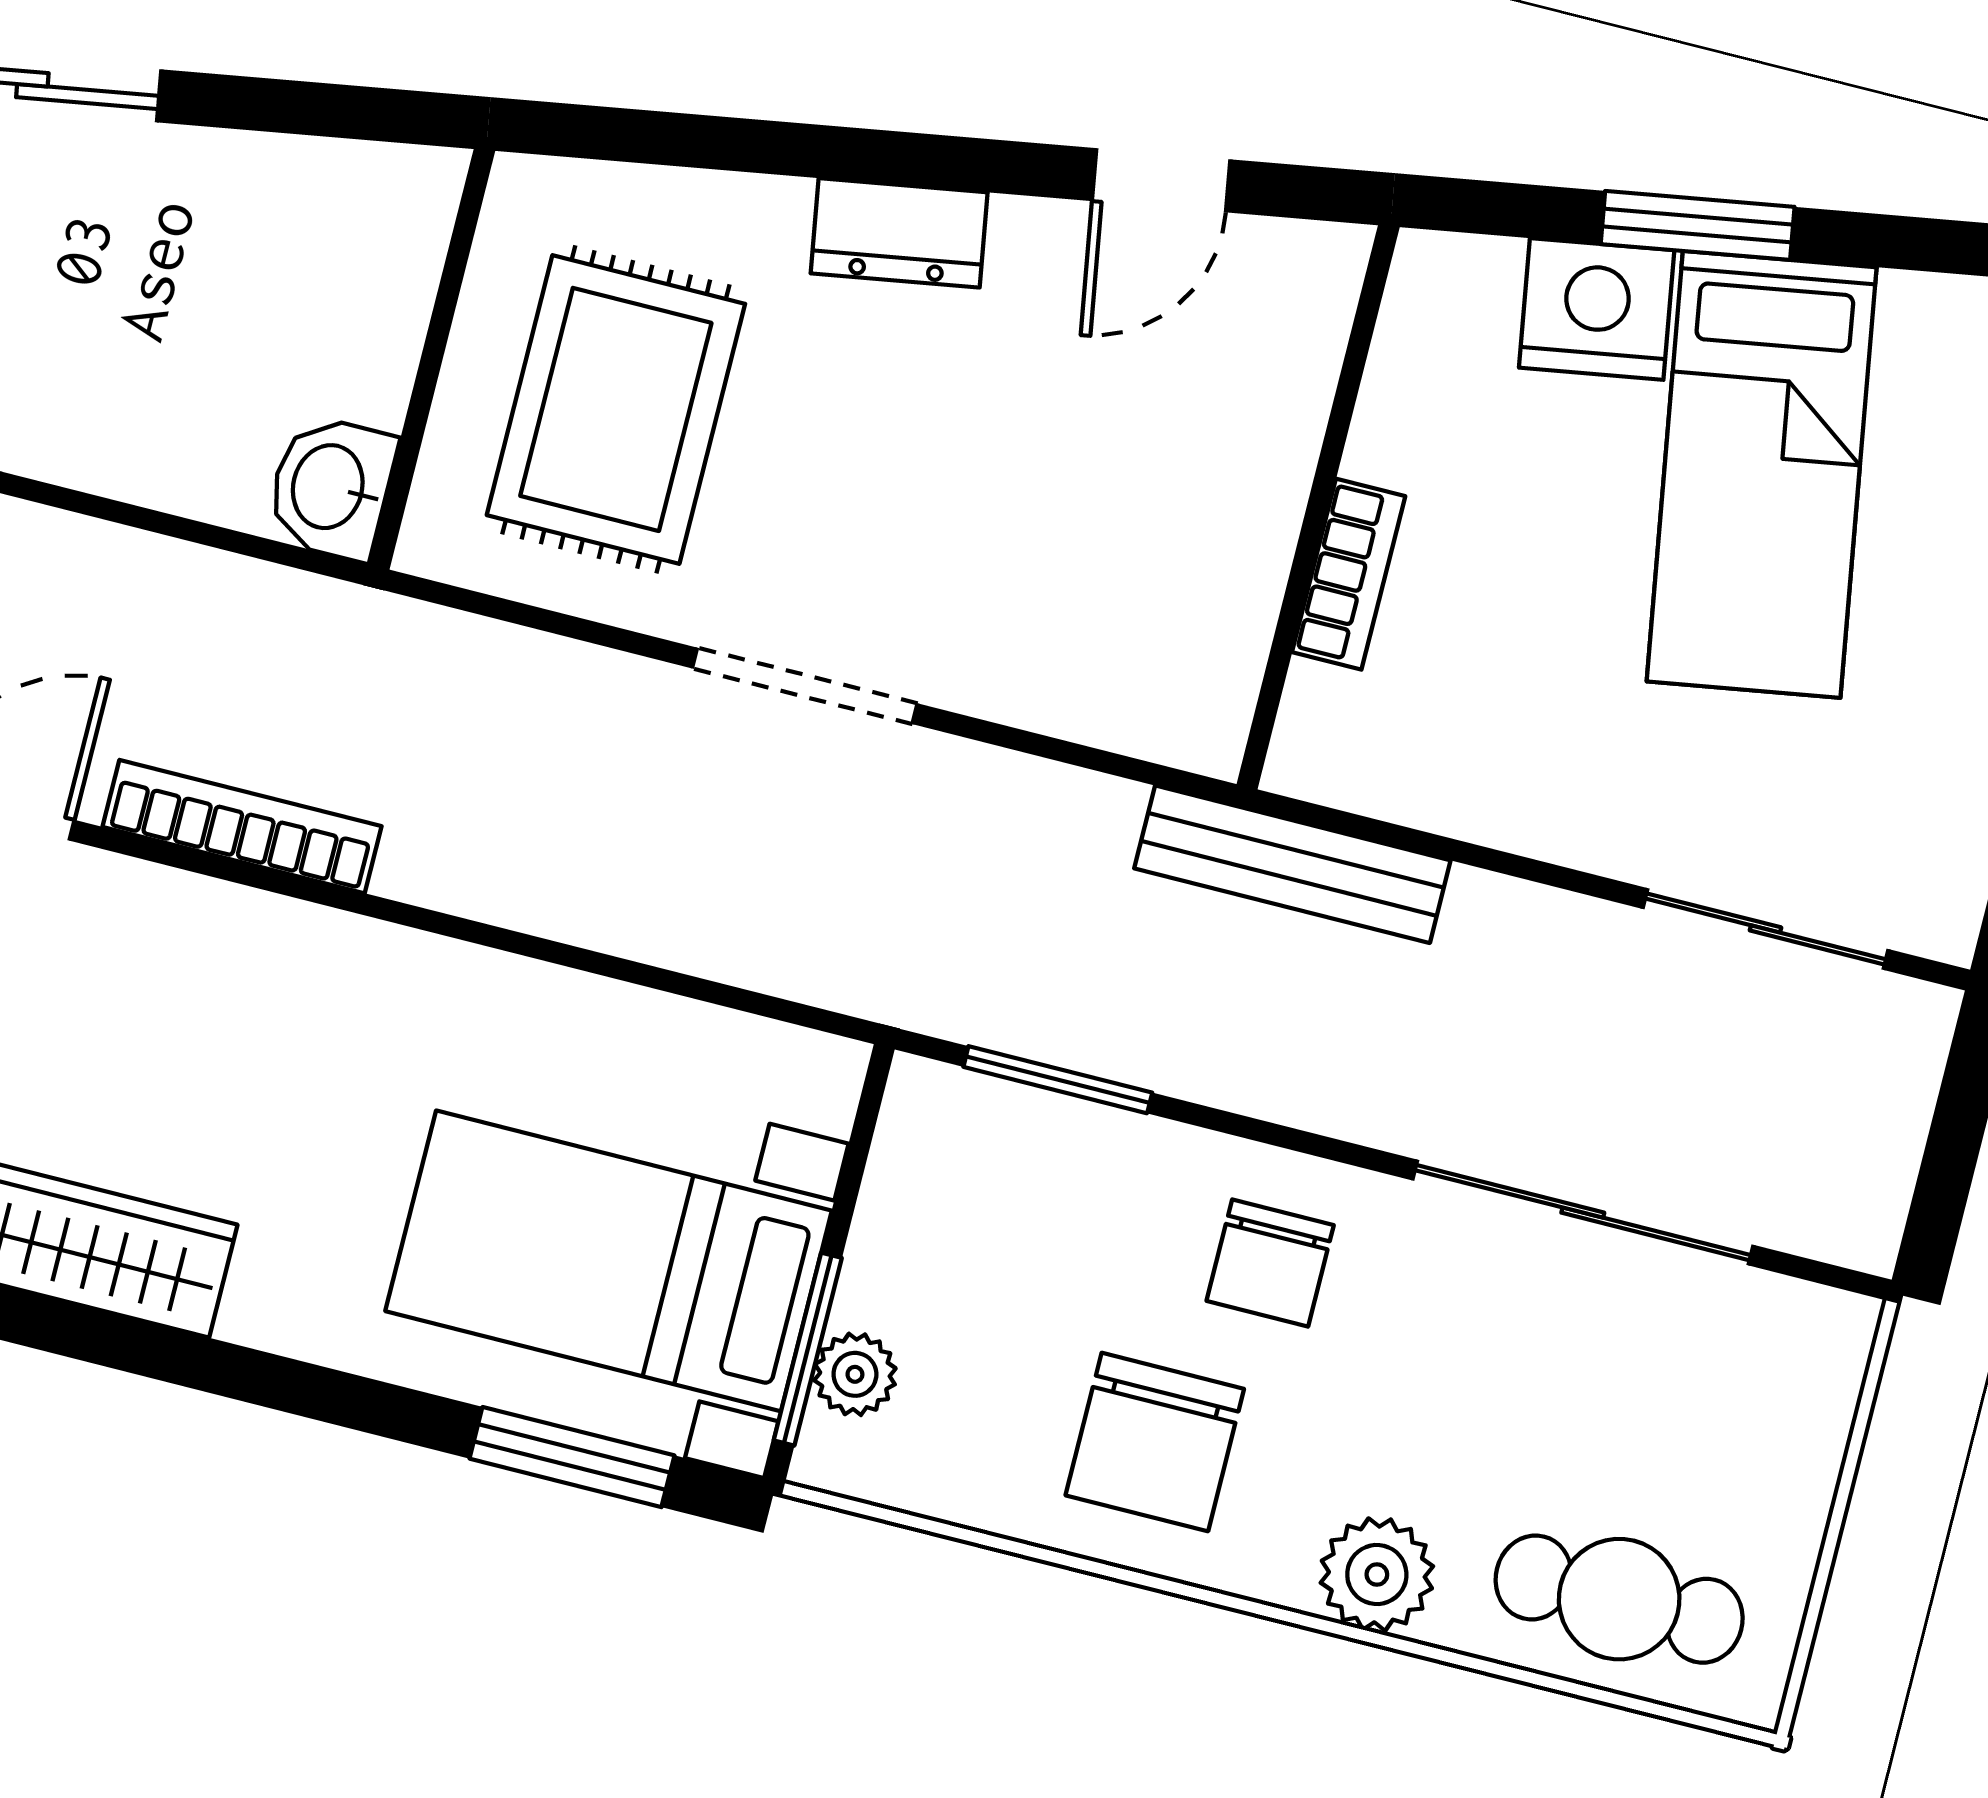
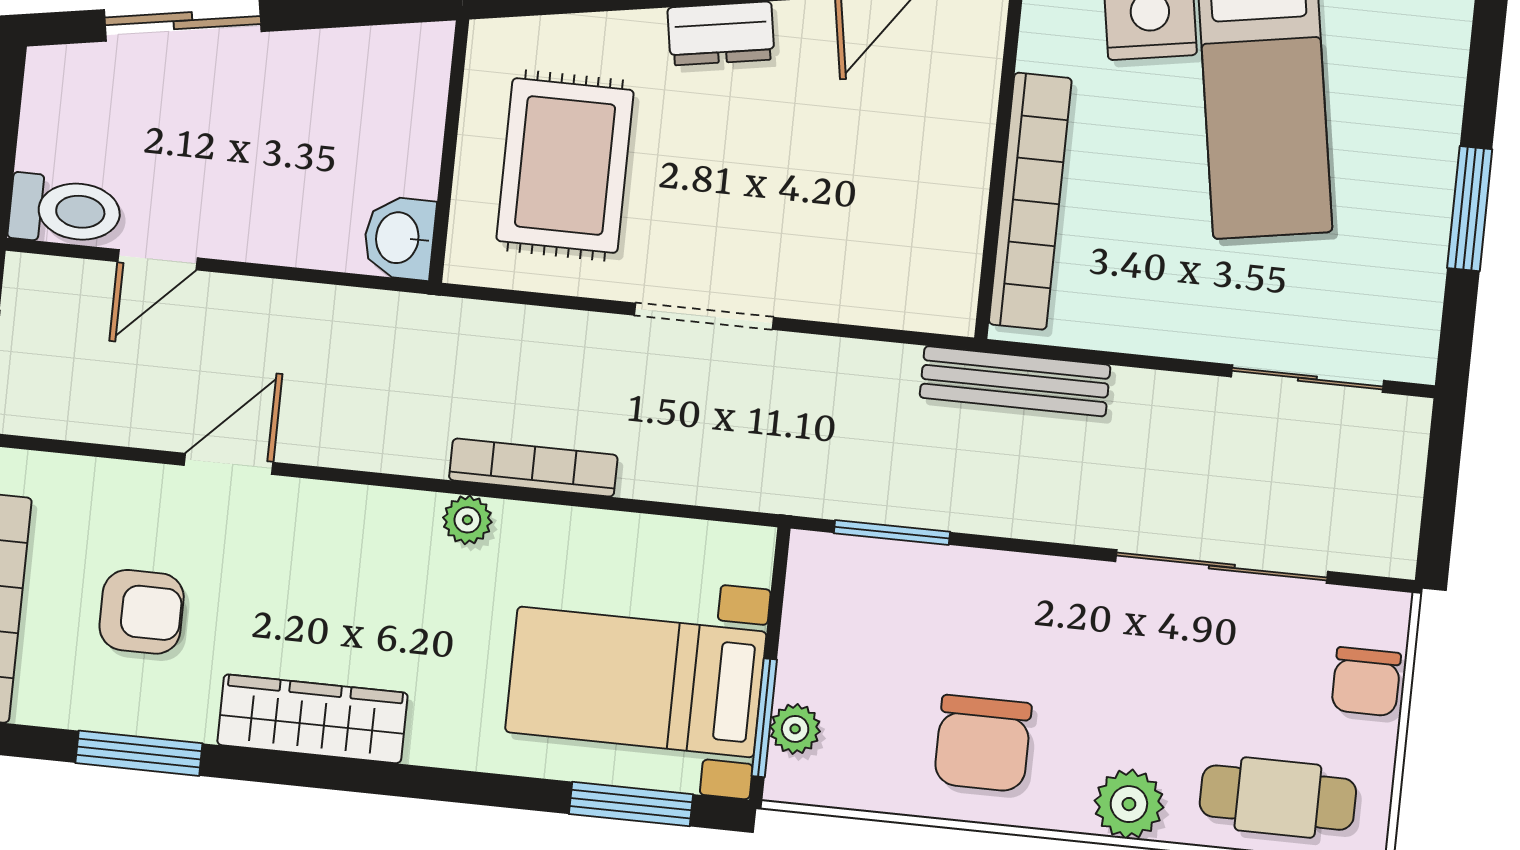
bookcase: (1349, 574) -> (1030, 201), width x2.31, depth x1.31
bookcase: (242, 827) -> (533, 468), moved
plant: (375, 959) -> (467, 520), added
chair: (1270, 1263) -> (1366, 682), moved

